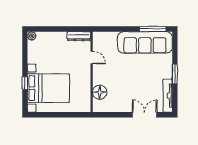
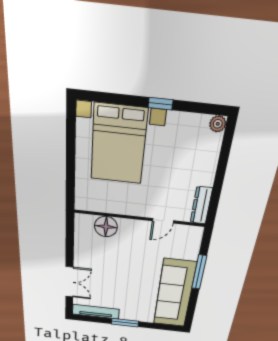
window: (153, 29) -> (199, 272), moved
window: (25, 83) -> (161, 104), moved

